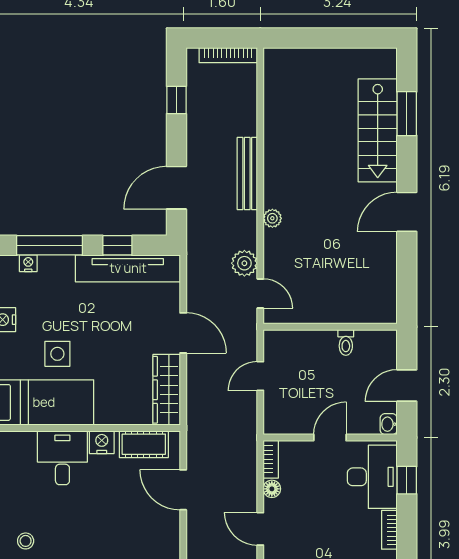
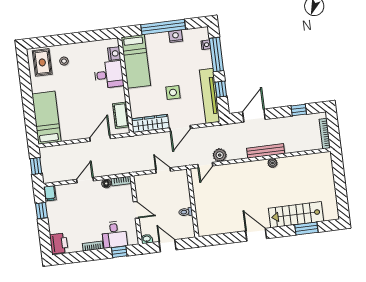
door: (176, 188) -> (254, 116), hinge flipped
plant: (272, 218) -> (272, 163), moved
side table: (57, 354) -> (173, 92), moved
nightstand: (102, 442) -> (114, 54), moved
desk: (372, 477) -> (114, 235), width x0.73

